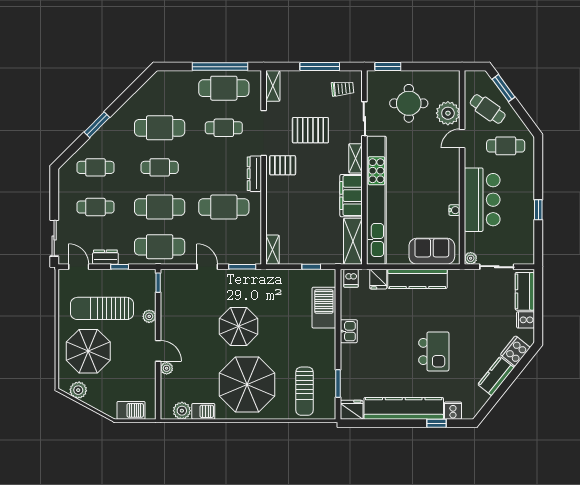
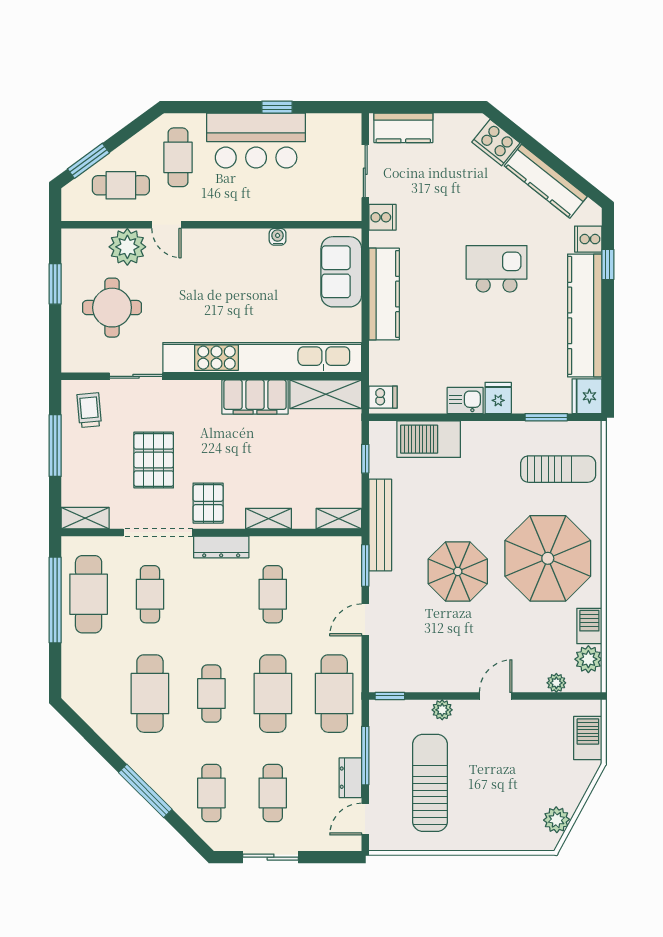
window: (388, 67) -> (55, 284), moved
cafe table: (488, 109) -> (121, 185), turned 55
window: (97, 125) -> (145, 791), width x1.44
shelving: (355, 158) -> (268, 519), moved
bar counter: (482, 200) -> (256, 141), moved, turned 180
cafe table: (224, 207) -> (273, 594), width x0.73, depth x0.74
sliding door: (54, 238) -> (271, 857), moved
plant: (471, 258) -> (352, 212), removed
window: (120, 267) -> (365, 756), width x2.17
bench: (268, 276) -> (380, 525), added
fridge: (378, 279) -> (498, 398), moved, turned -90
sun lounger: (102, 308) -> (430, 783), turned 180
cooker: (525, 320) -> (382, 217), moved, turned -90
parasol: (88, 351) -> (496, 804), removed
plant: (167, 368) -> (556, 683), moved
kitchen counter: (496, 376) -> (546, 181), width x1.50

